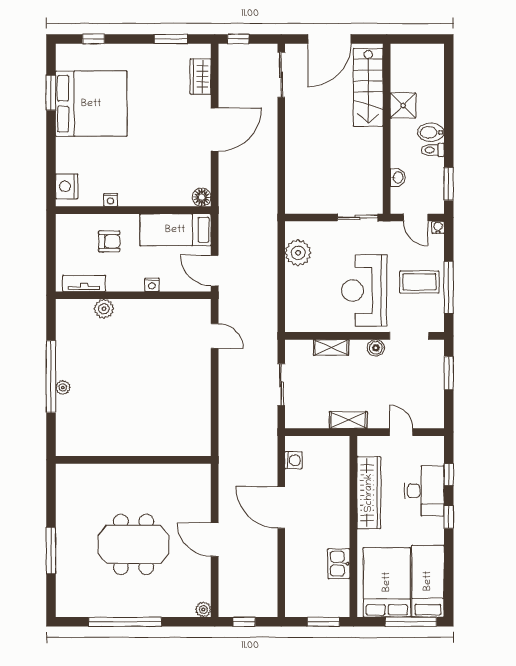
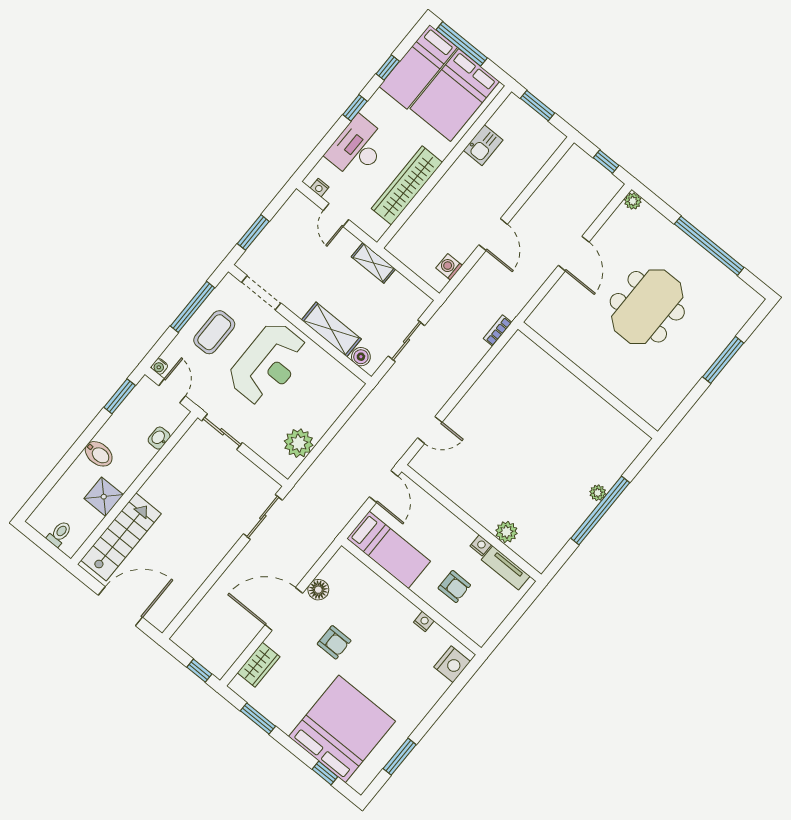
sliding door: (281, 75) -> (263, 517), moved
bed: (91, 104) -> (342, 729), moved, turned 90
armchair: (161, 135) -> (334, 642), added
toilet: (433, 150) -> (59, 534), moved, turned -90
floor lamp: (202, 197) -> (318, 590), moved
armchair: (109, 241) -> (454, 587), turned 180
coffee table: (419, 282) -> (214, 332), turned 90
nightstand: (152, 285) -> (481, 545), moved
door: (215, 336) -> (430, 430), swing flipped
shelving: (331, 347) -> (331, 329), width x1.50, depth x1.33
boiler: (376, 348) -> (361, 357), moved
nightstand: (428, 442) -> (320, 188), added
bookcase: (224, 443) -> (498, 331), added
window: (449, 475) -> (388, 68), moved
door: (281, 507) -> (493, 234), width x0.73
meeting table: (134, 544) -> (647, 307), turned 90

